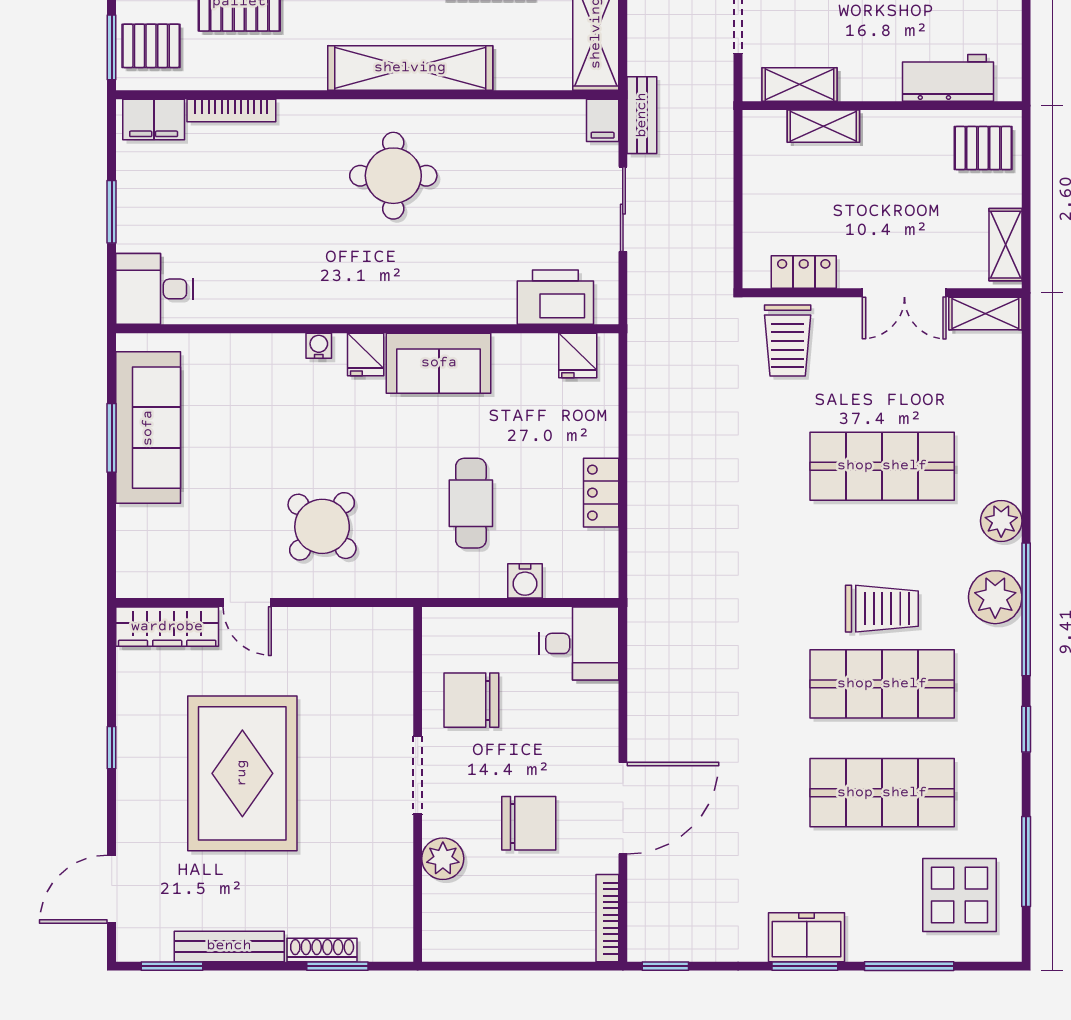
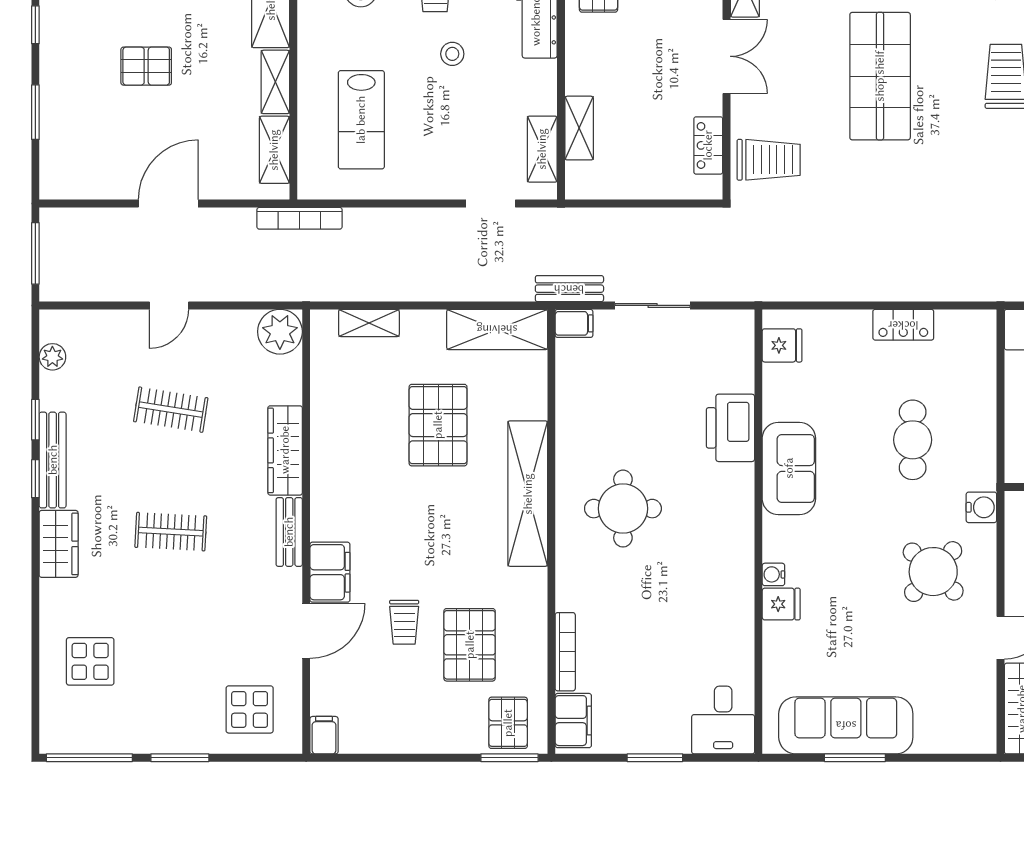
printer: (555, 297) -> (730, 428), moved
fridge: (366, 355) -> (781, 604), moved
cafe table: (471, 503) -> (913, 440), turned 90
water cooler: (525, 581) -> (981, 507), moved

